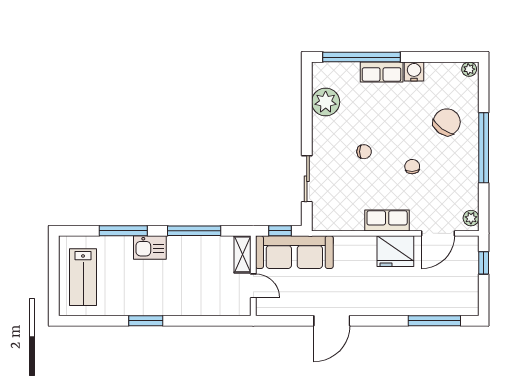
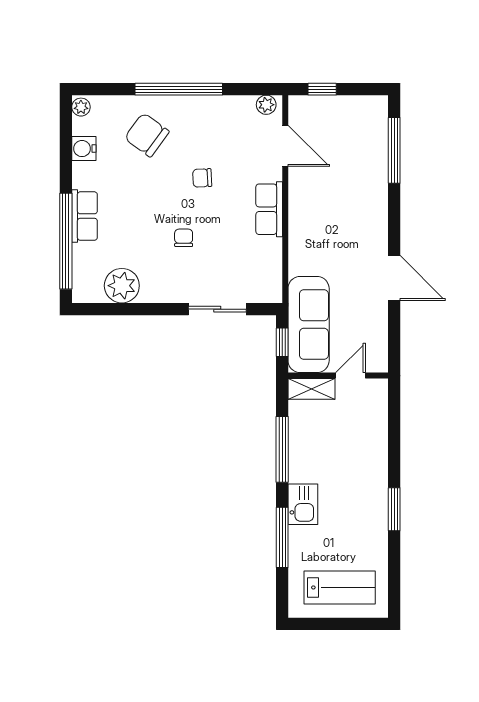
water cooler: (414, 72) -> (84, 149), moved
fridge: (395, 251) -> (307, 199), removed

